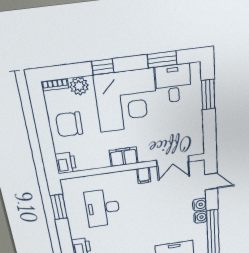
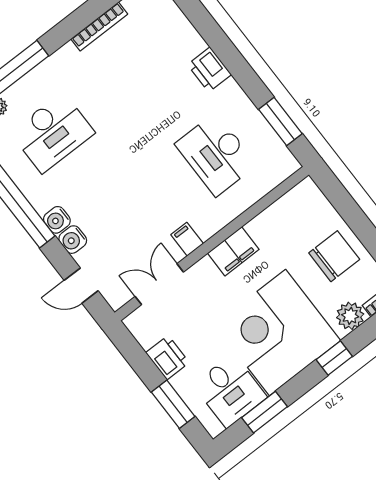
printer: (66, 163) -> (167, 358), moved, turned 180
desk: (103, 208) -> (216, 154), turned 180

